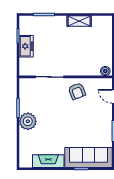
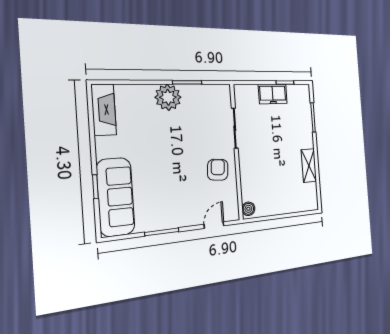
armchair: (77, 91) -> (218, 170), turned 116
fireplace: (48, 161) -> (104, 110), moved

